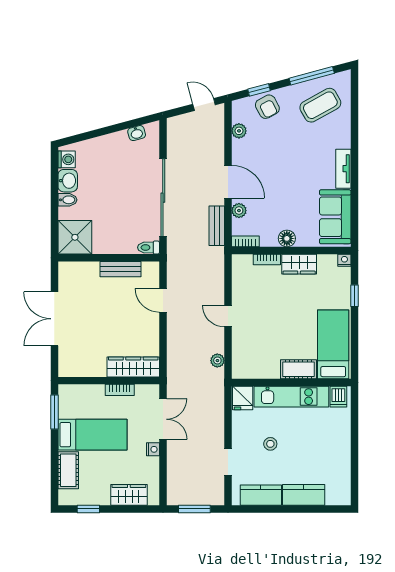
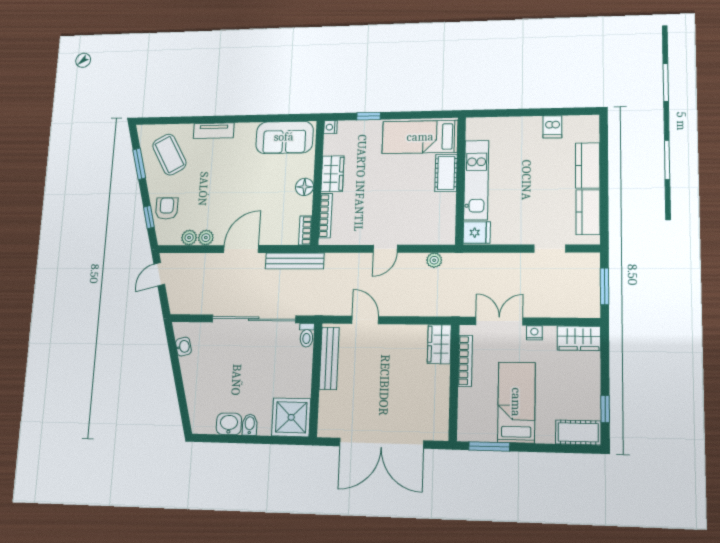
window: (312, 76) -> (139, 164), width x0.69
armchair: (267, 107) -> (167, 208), turned -62
washing machine: (67, 159) -> (206, 425), removed
tv unit: (343, 169) -> (214, 131), moved
plant: (239, 211) -> (206, 238), moved
bench: (217, 226) -> (295, 261), width x1.36
bookcase: (267, 260) -> (325, 216), width x1.56
bench: (121, 269) -> (329, 358), width x1.36
door: (163, 300) -> (365, 320), swing flipped
double door: (54, 319) -> (381, 443), width x1.36
wardrobe: (133, 367) -> (439, 344), width x0.67
bookcase: (120, 390) -> (465, 361), width x1.56
dishwasher: (338, 397) -> (552, 127), moved, turned 90
stool: (270, 444) -> (529, 202), removed
cot: (68, 470) -> (578, 432), moved
wardrobe: (129, 495) -> (579, 338), moved, turned -90

